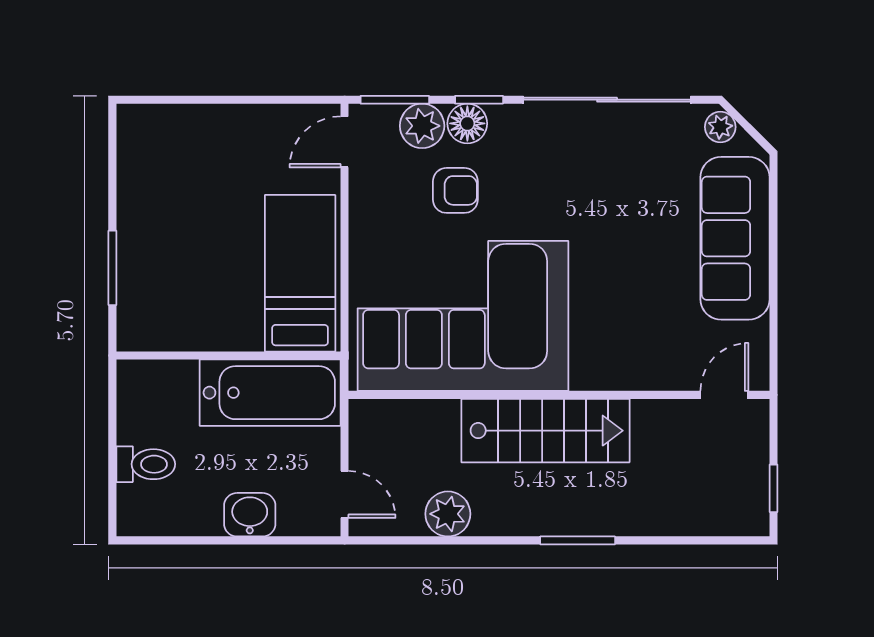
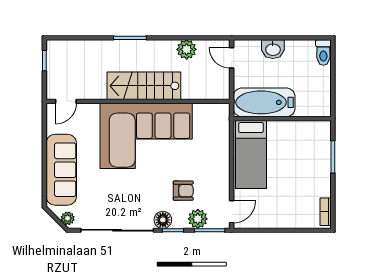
floor lamp: (467, 123) -> (163, 220), moved
bookcase: (129, 142) -> (326, 212), added
armchair: (455, 190) -> (183, 191), turned 180
corner sofa: (463, 316) -> (146, 136), moved
toilet: (146, 464) -> (323, 52), moved, turned -90

